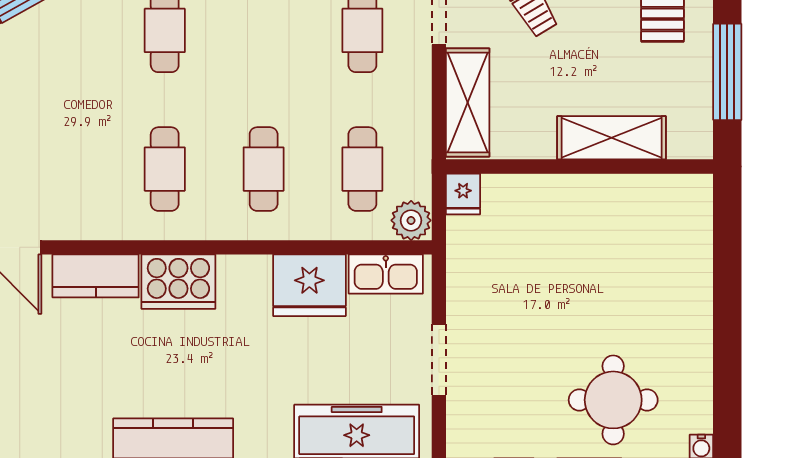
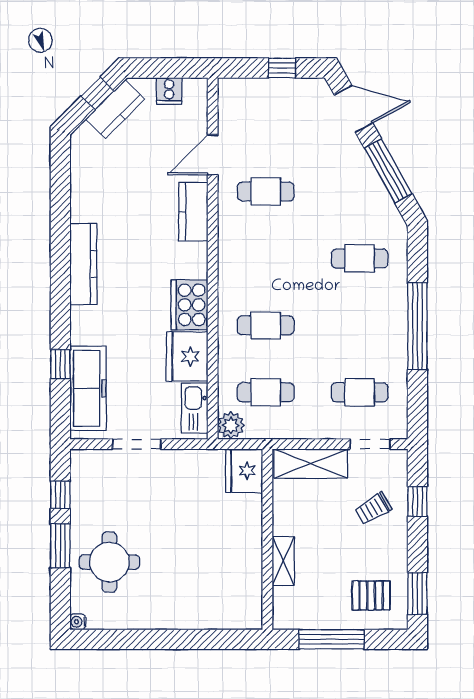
shelving: (612, 138) -> (283, 561), width x0.67, depth x0.75
cafe table: (165, 169) -> (266, 191), moved
fridge: (463, 194) -> (244, 471), width x1.88, depth x1.34
cooker: (178, 282) -> (189, 305), moved

